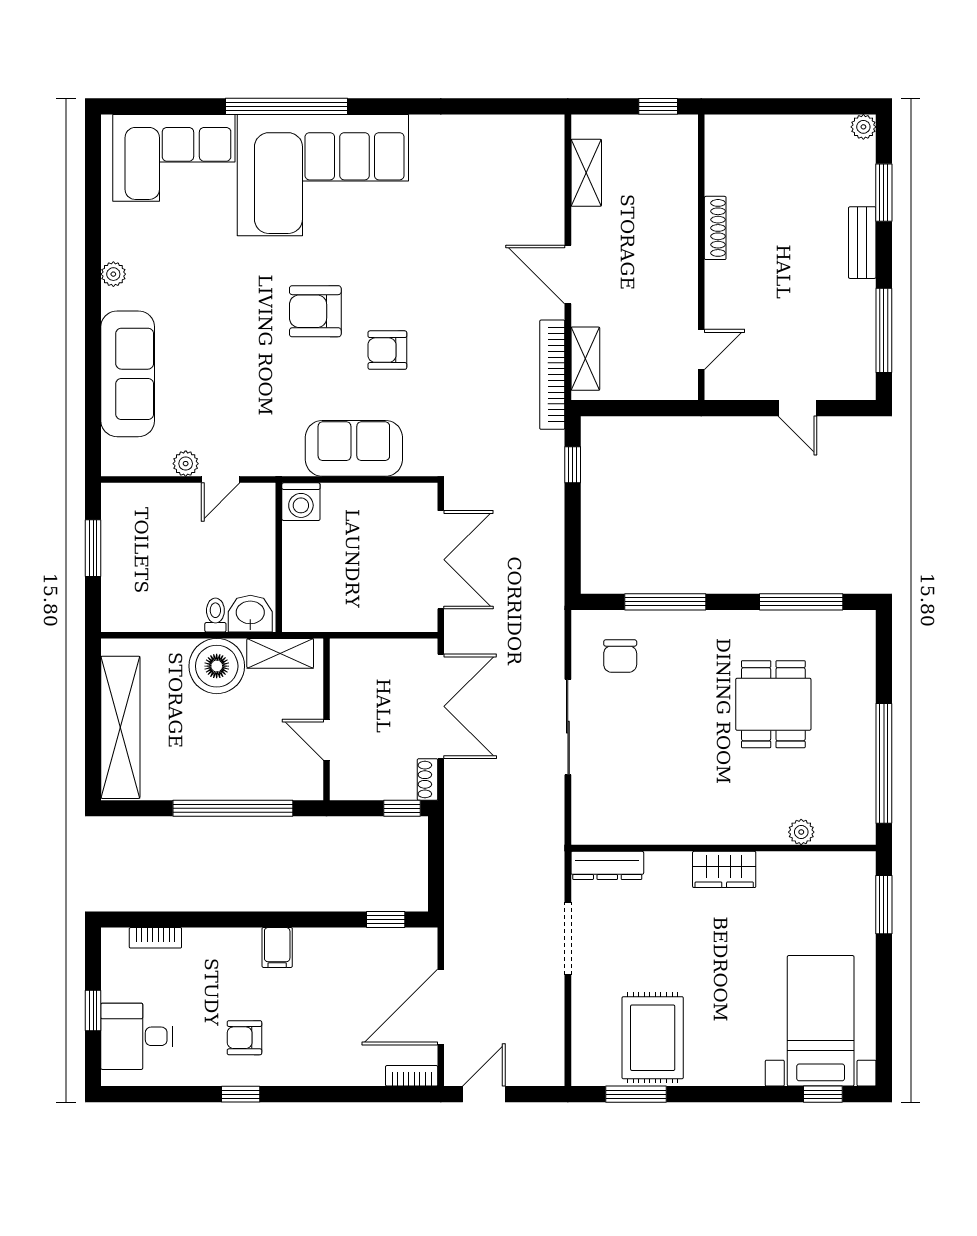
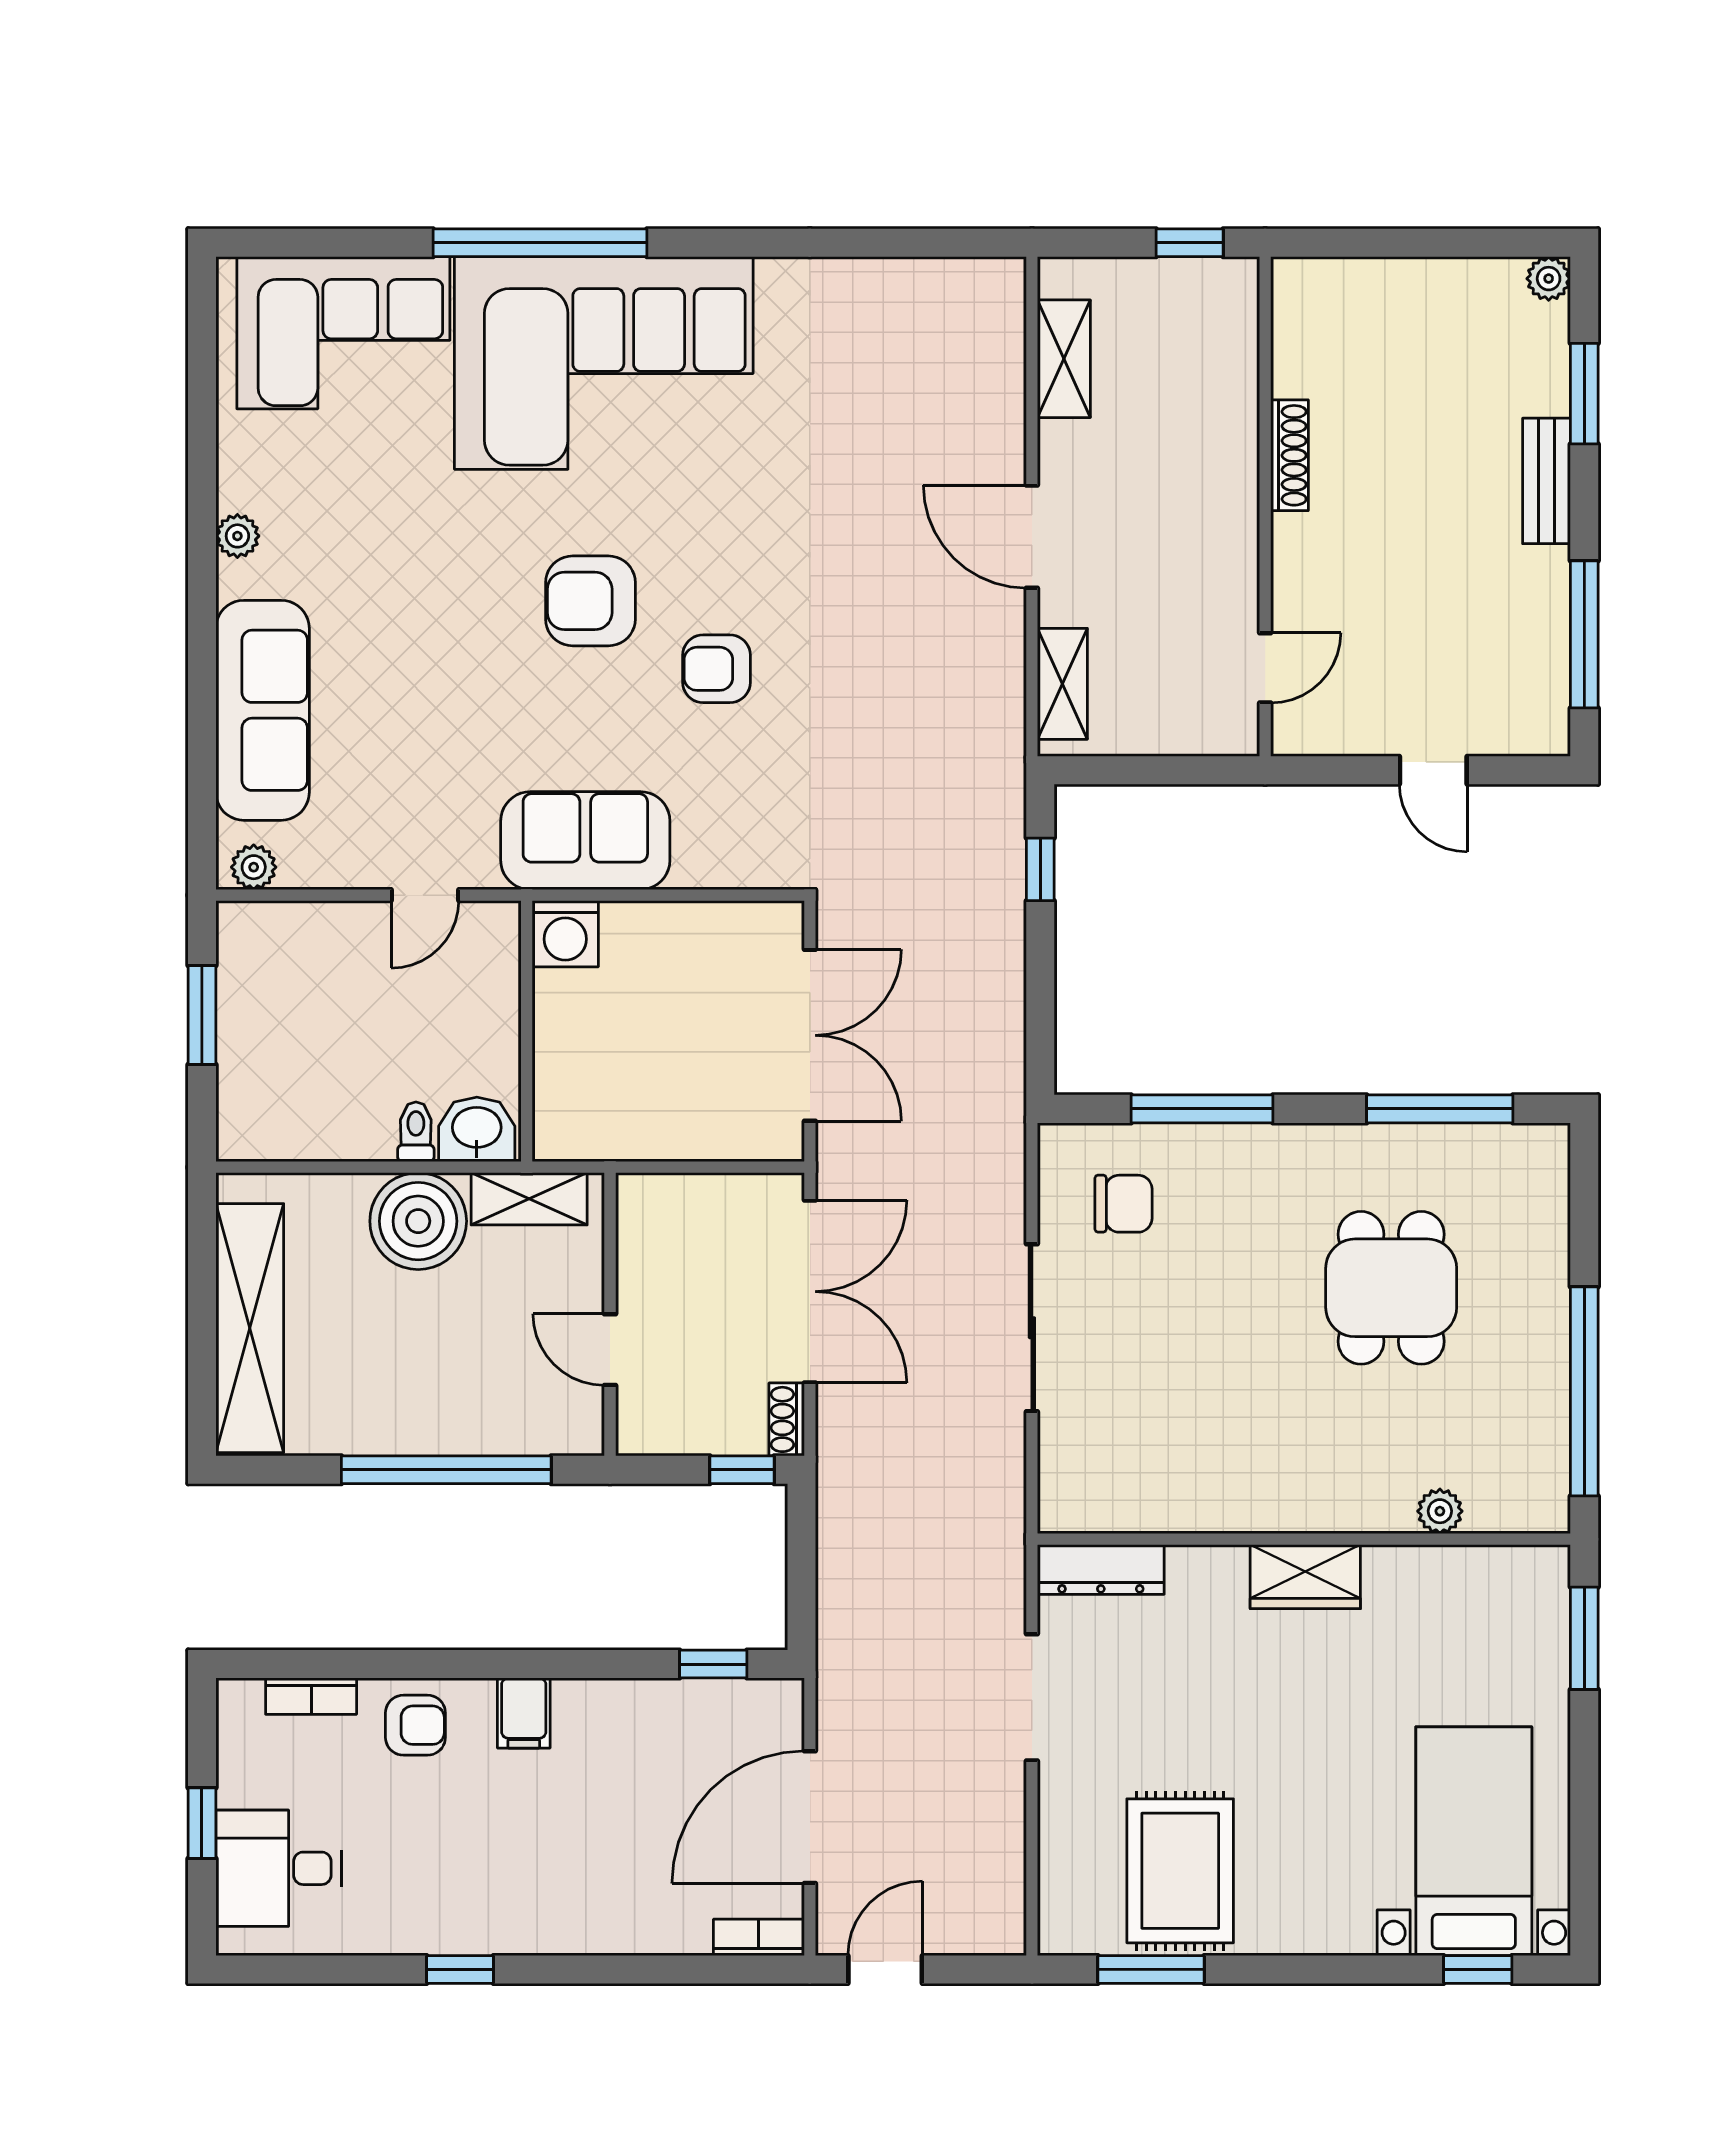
bookcase: (552, 375) -> (1005, 712), removed
sofa: (354, 448) -> (585, 841), moved
plant: (186, 464) -> (254, 867), moved
chair: (620, 656) -> (1123, 1204), turned -90
armchair: (244, 1038) -> (415, 1725), moved, turned 180

